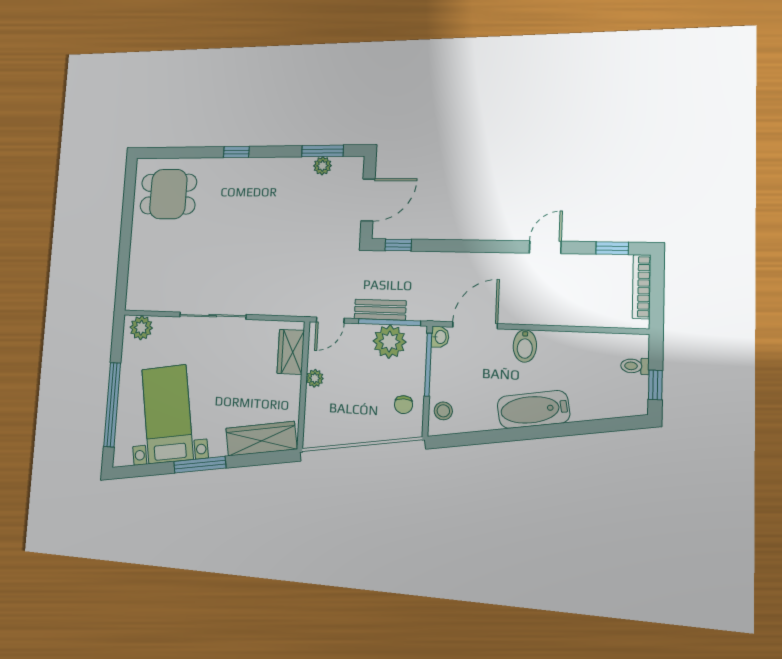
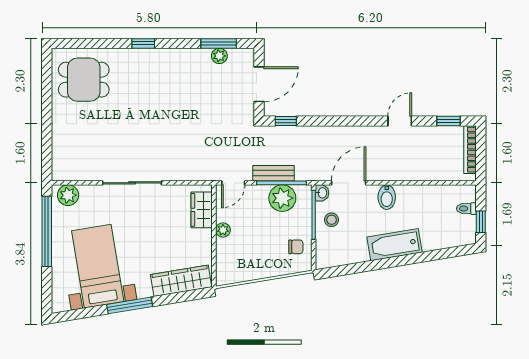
window: (112, 405) -> (47, 231), moved
chair: (404, 405) -> (296, 247), turned -90
stool: (443, 411) -> (332, 220), moved

